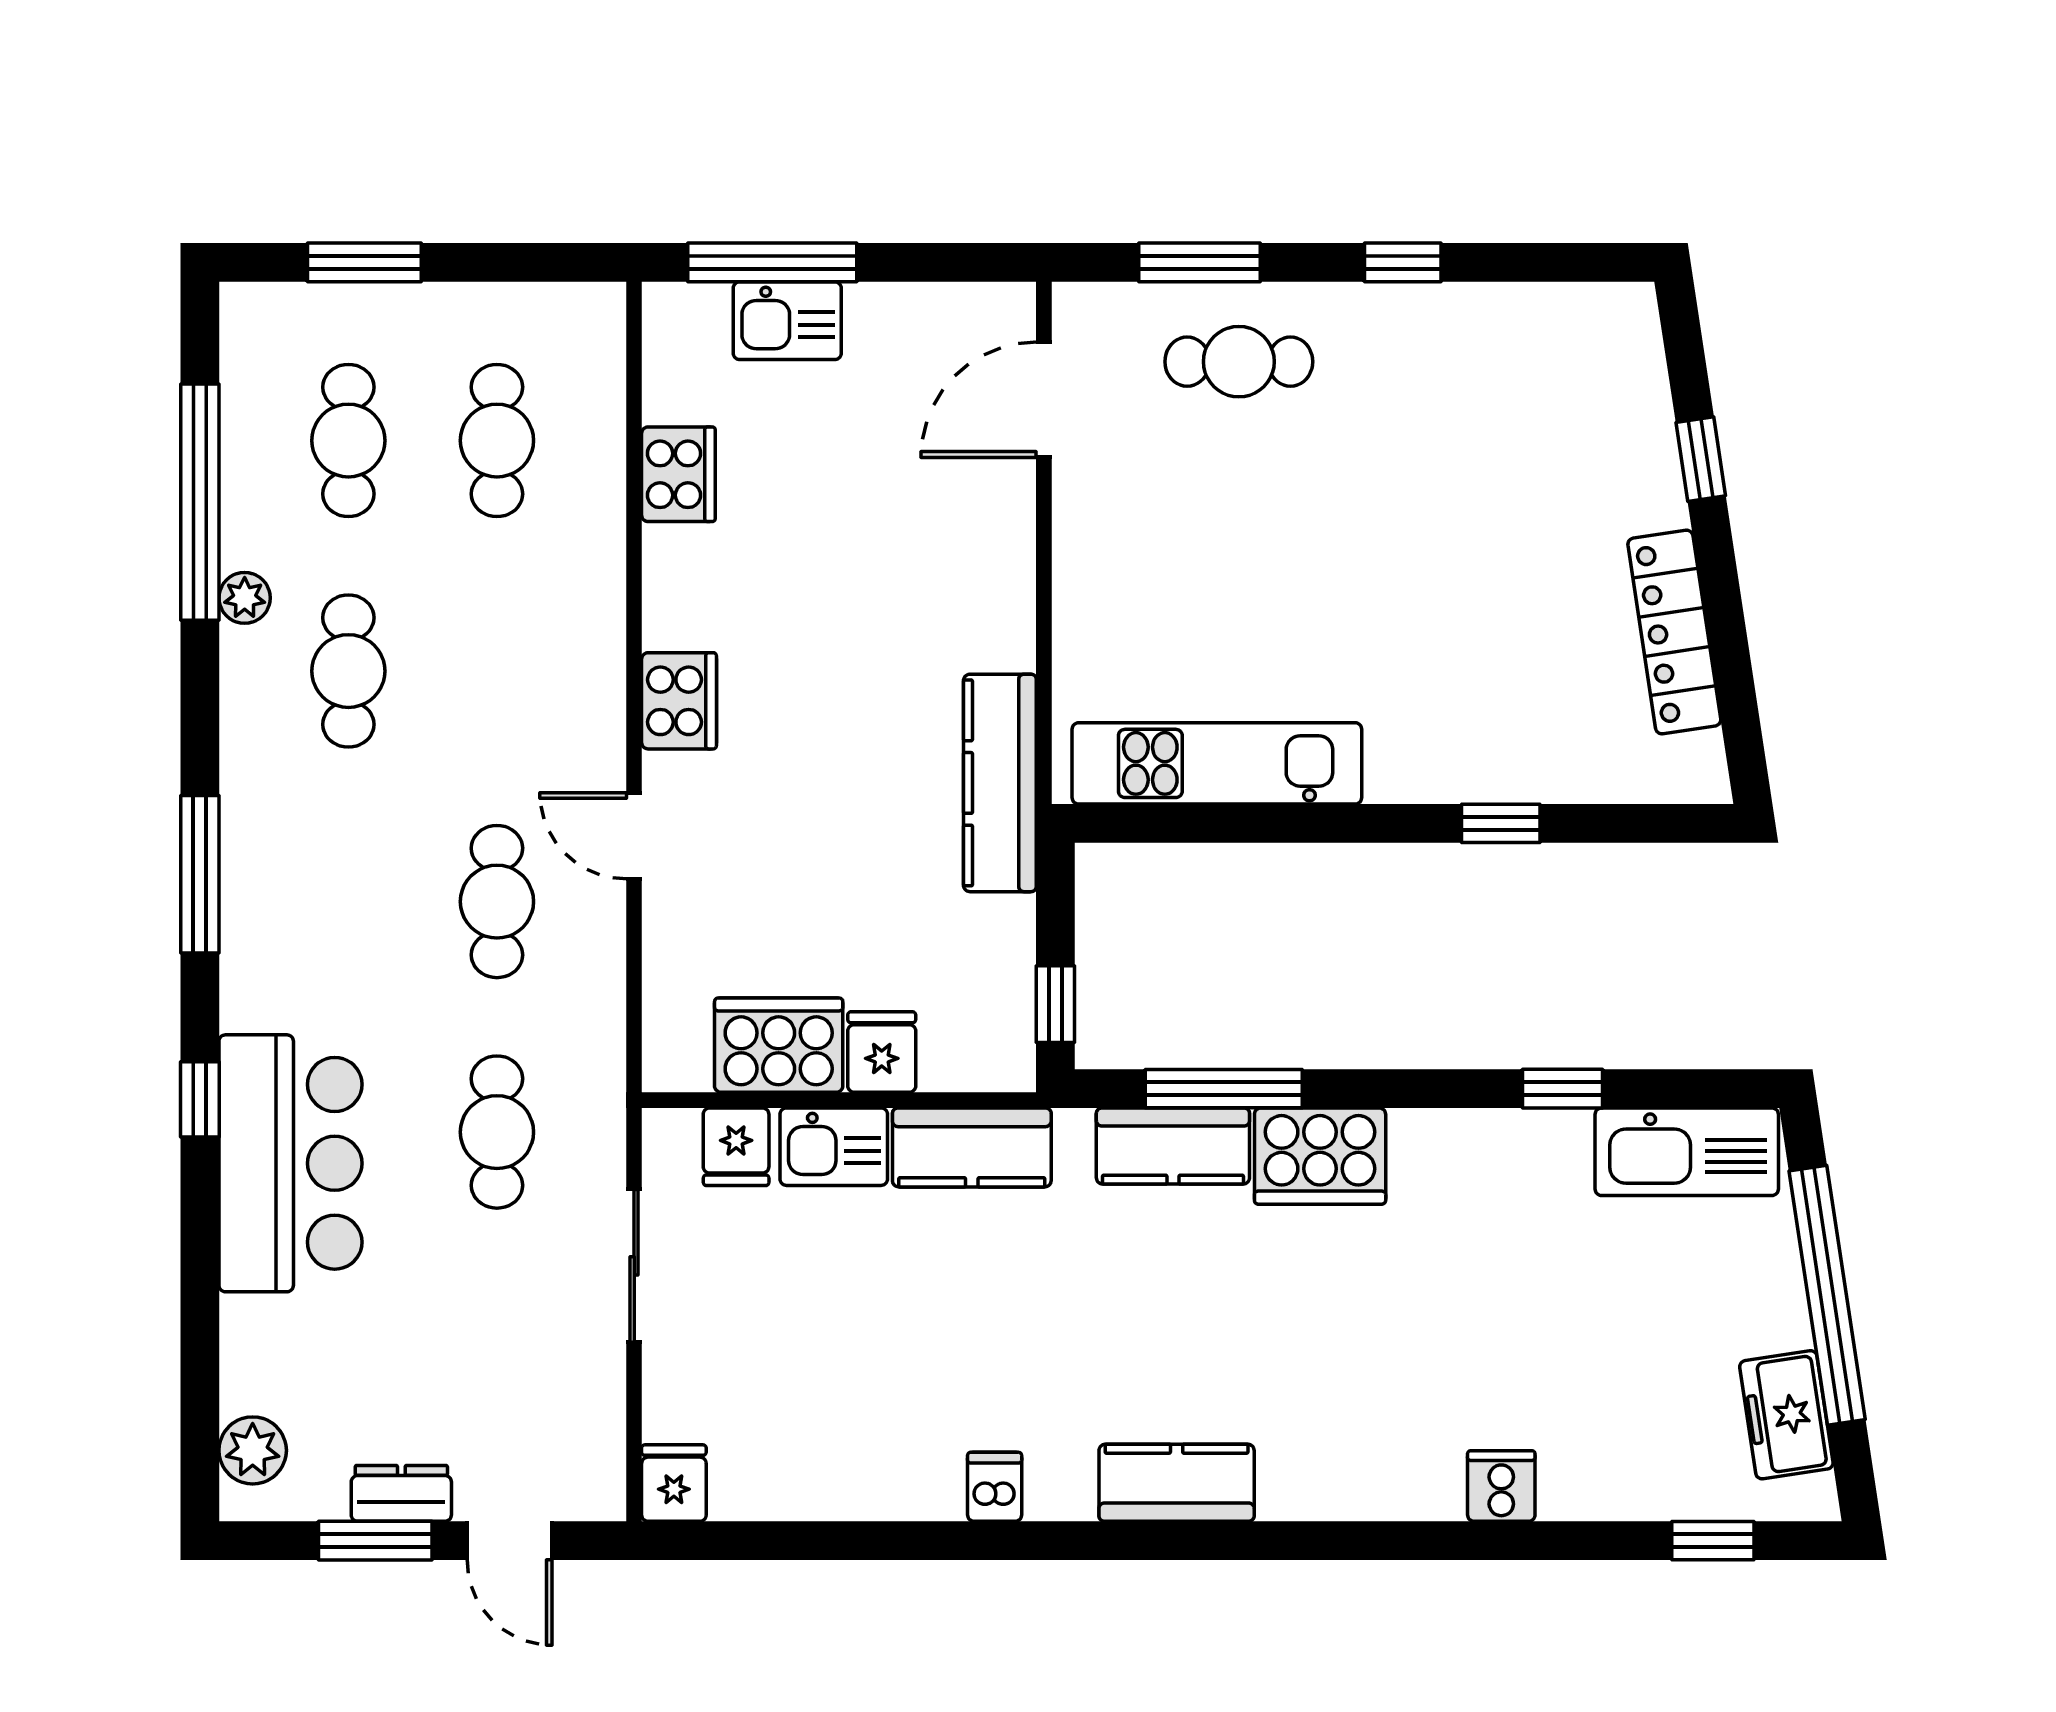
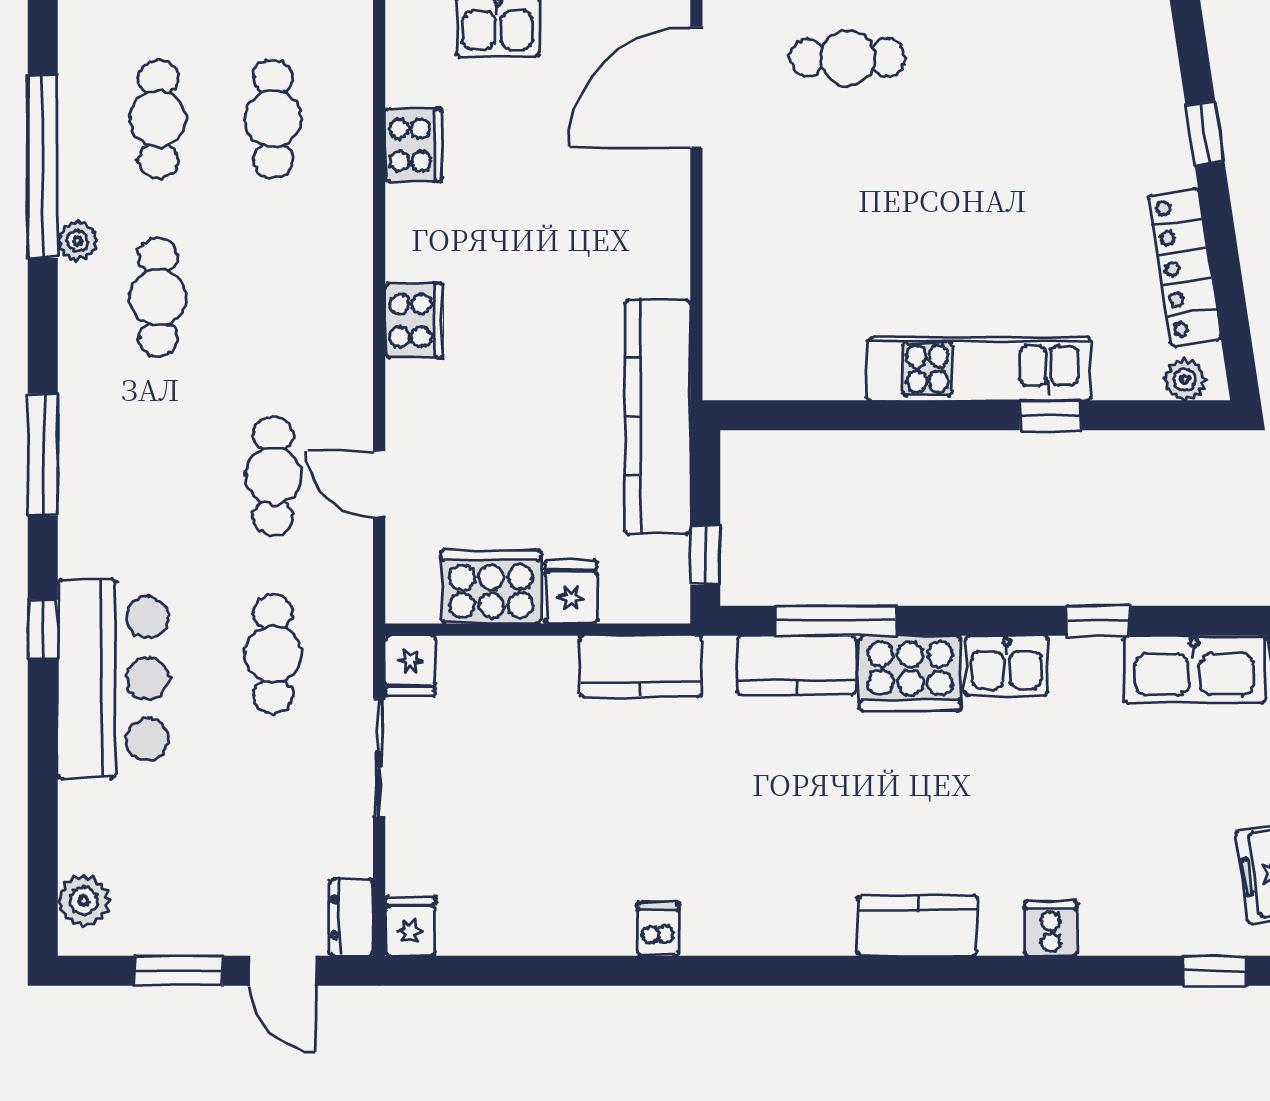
door: (1044, 400) -> (696, 87), width x1.36
kitchen unit: (1217, 763) -> (979, 369), moved
plant: (1675, 777) -> (1185, 379), added
kitchen counter: (1000, 783) -> (658, 417), width x1.39, depth x1.17
door: (634, 836) -> (379, 484), moved
fridge: (736, 1147) -> (410, 666), moved
kitchen sink: (834, 1147) -> (1006, 666), moved
kitchen counter: (1177, 1483) -> (917, 926), moved
dresser: (401, 1493) -> (351, 917), moved, turned -90

